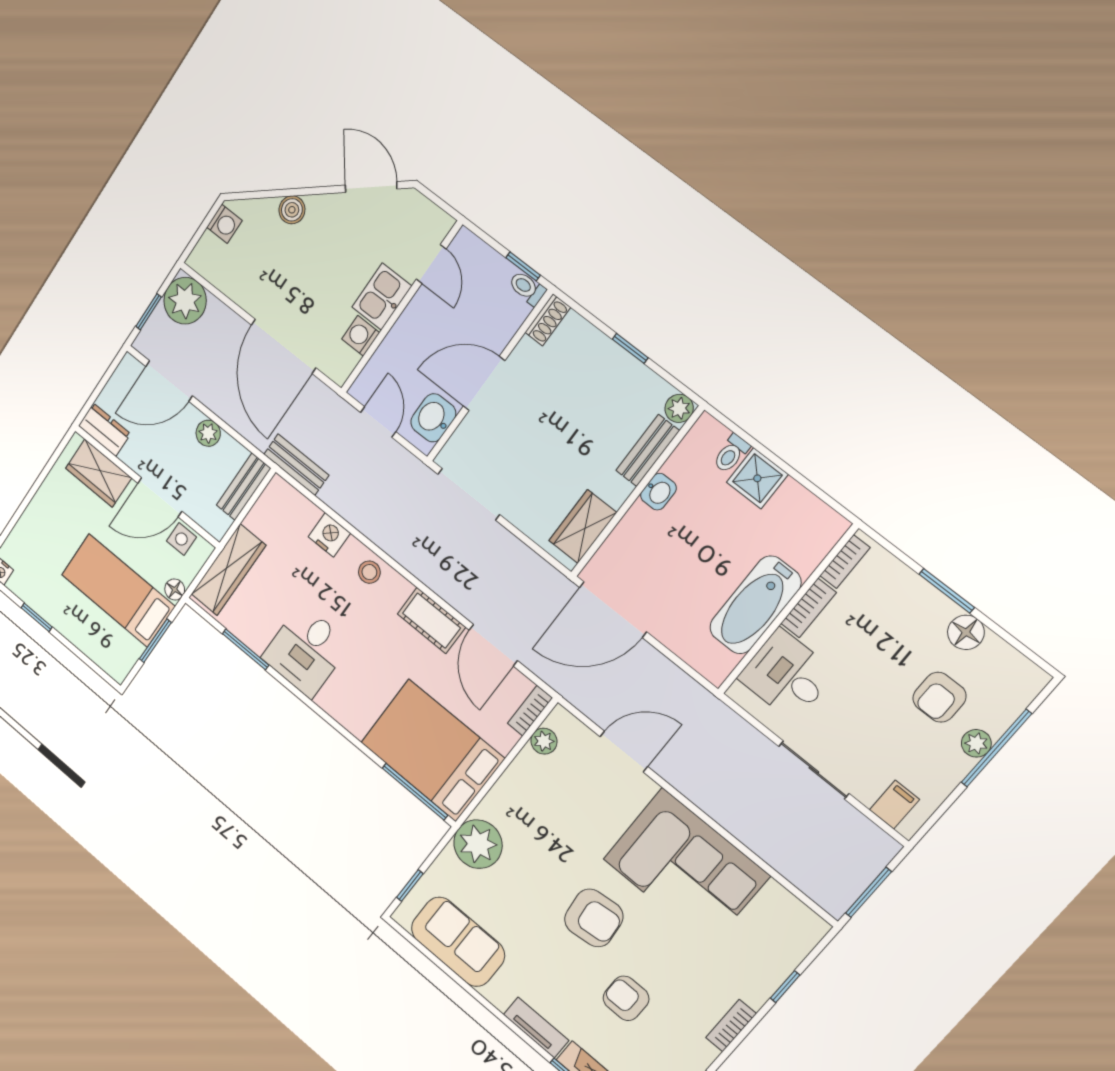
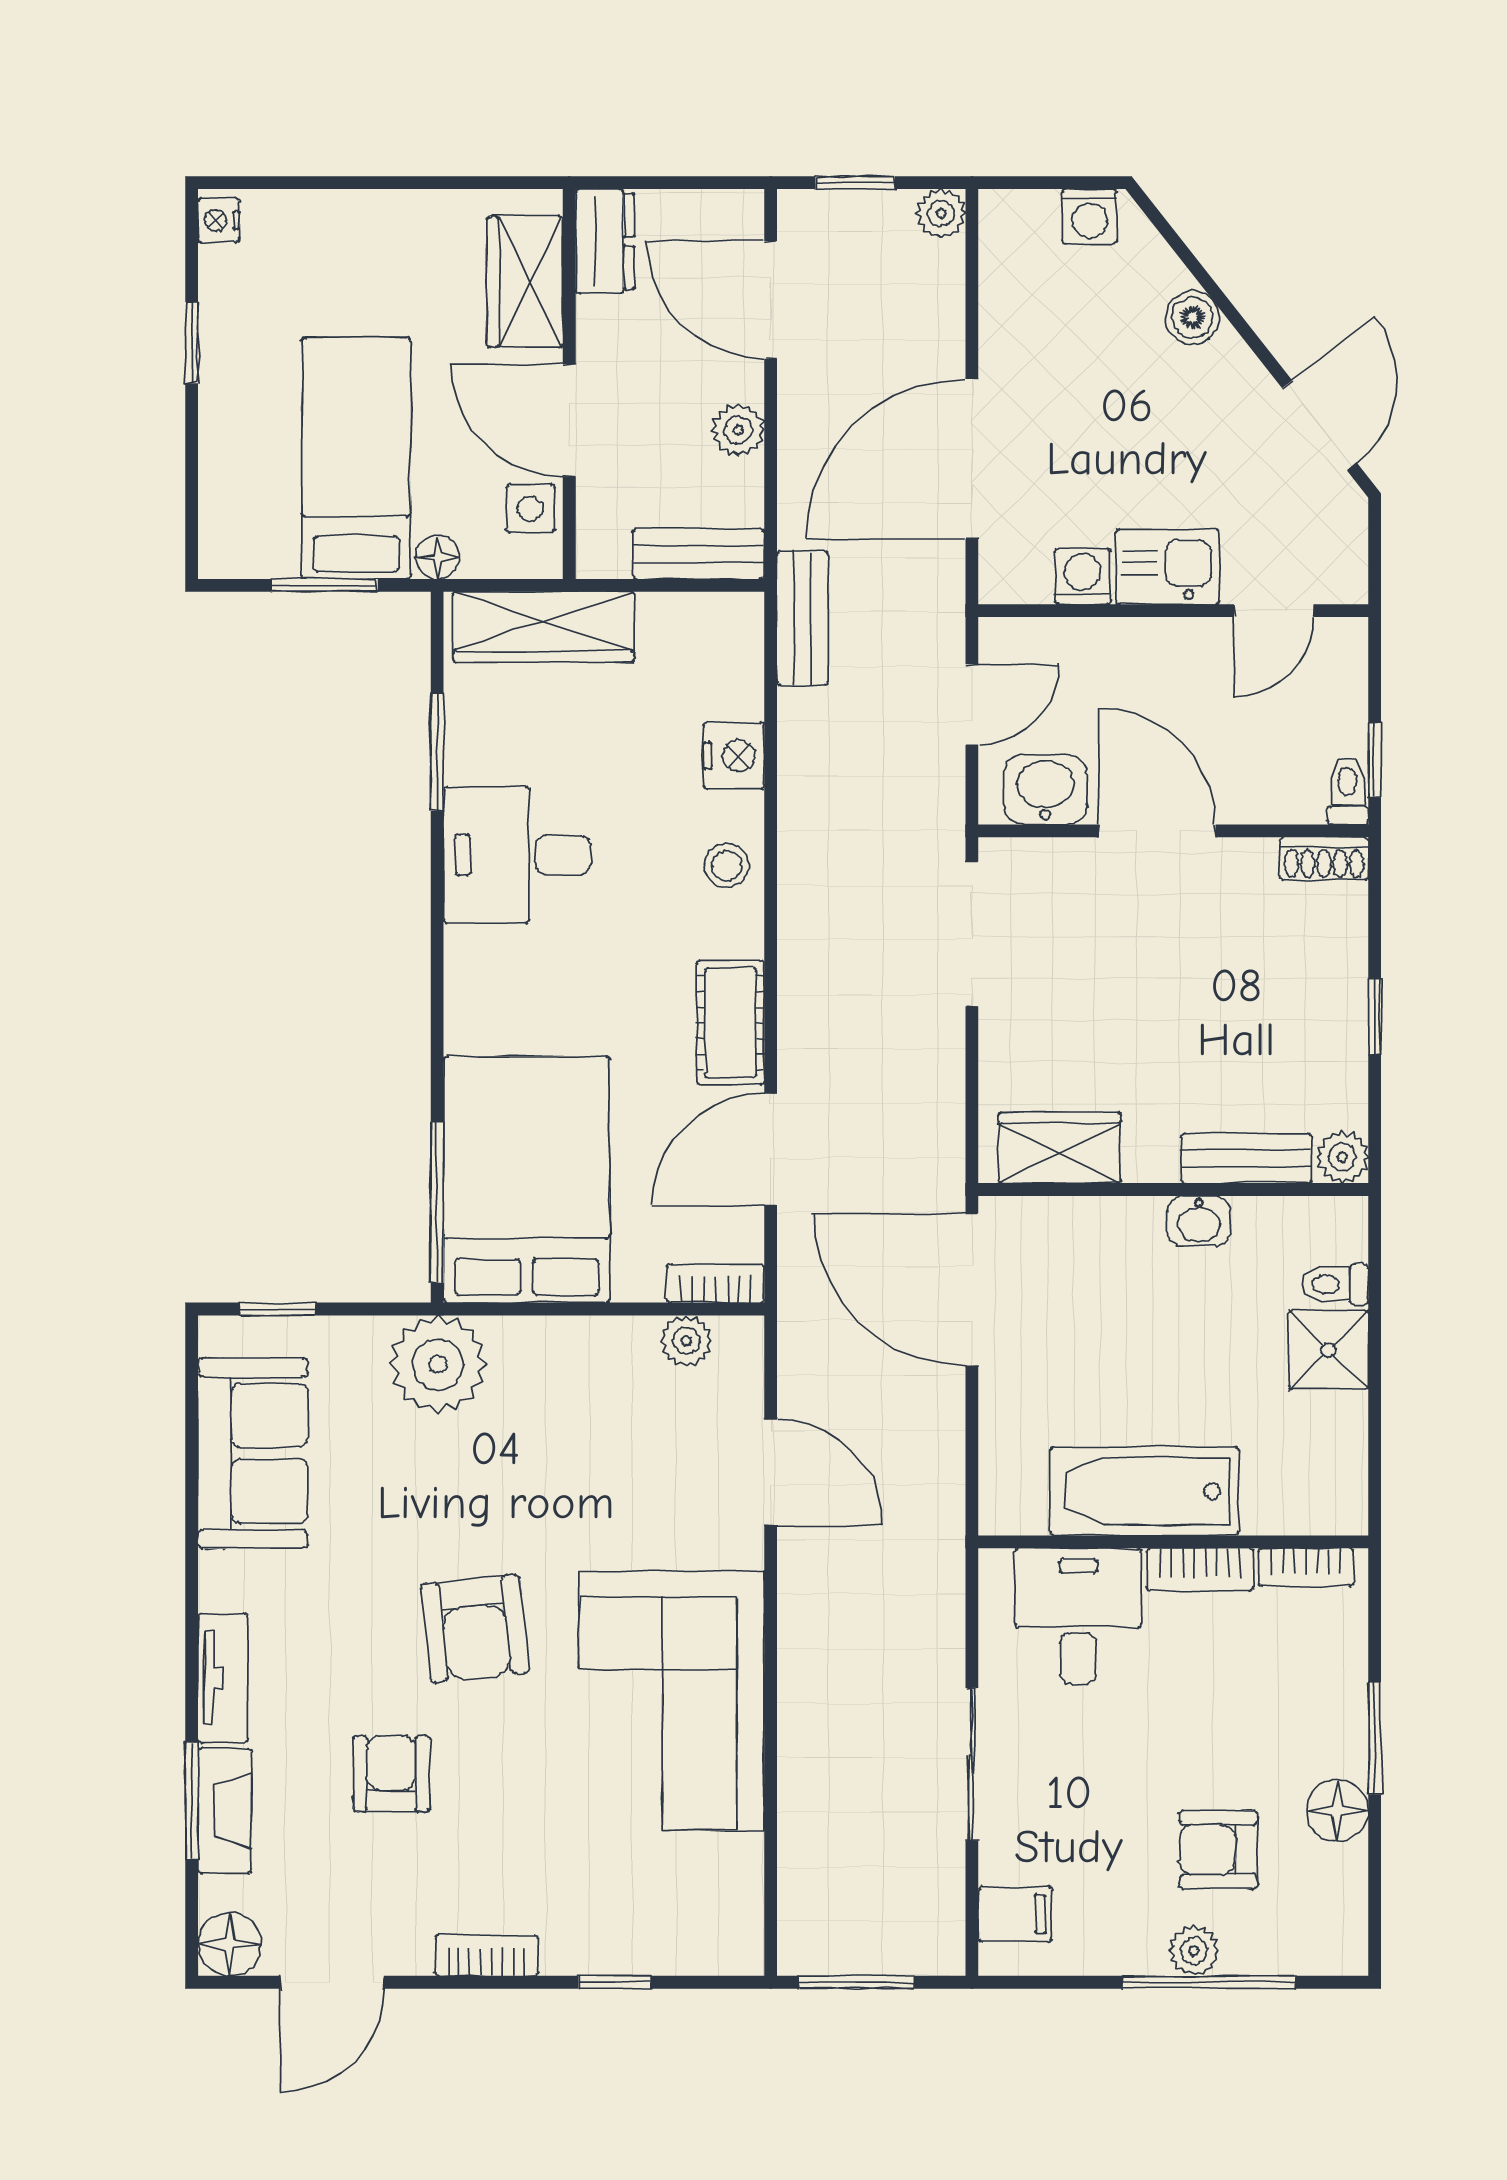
plant: (185, 301) -> (941, 214), width x0.53, depth x0.53

